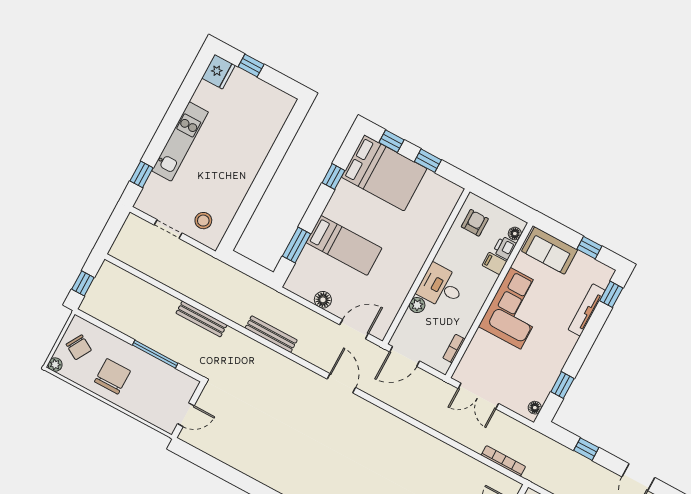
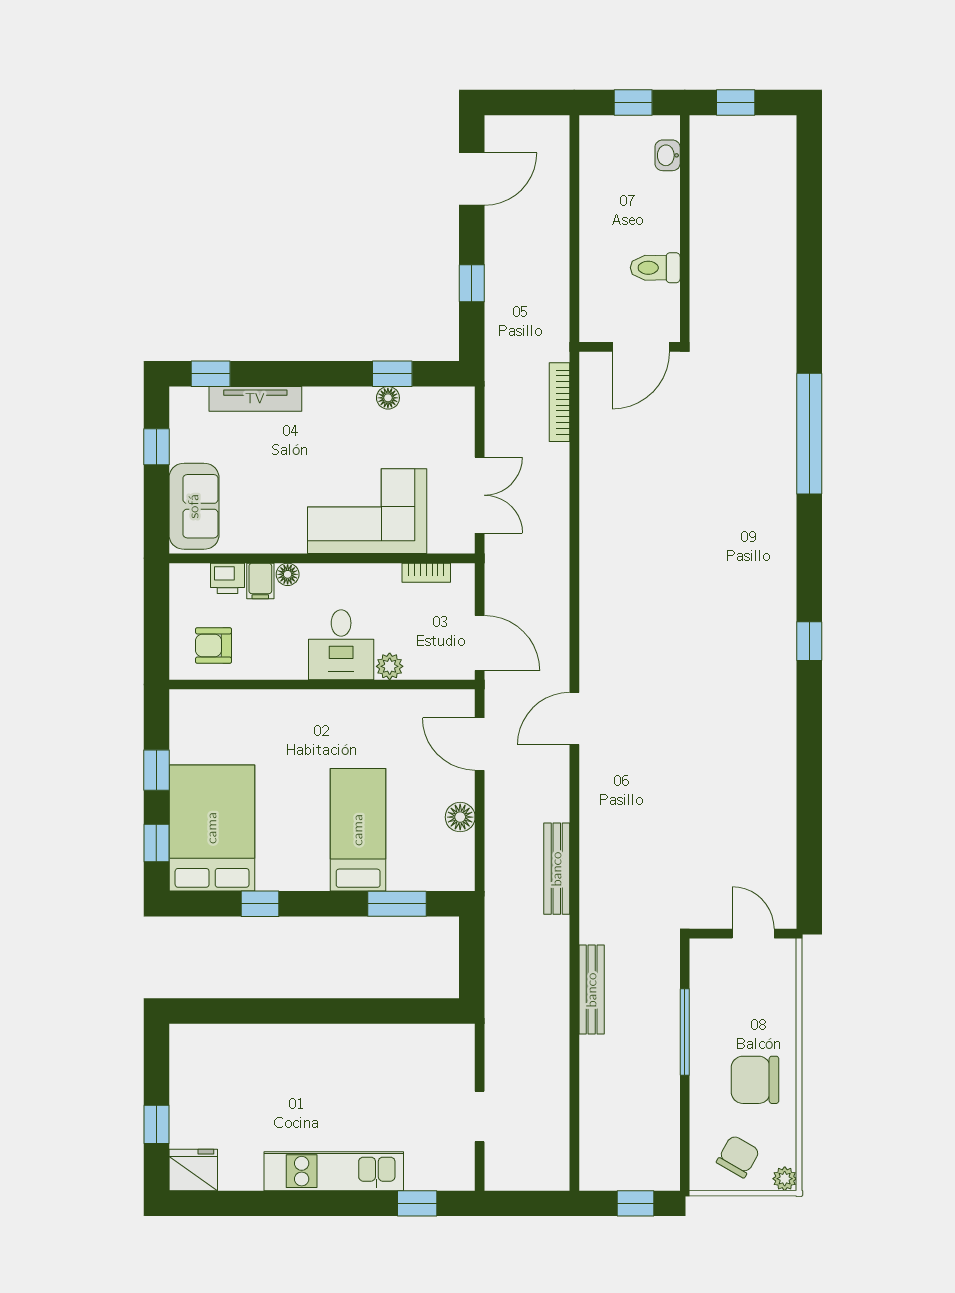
stool: (203, 221) -> (437, 1069), removed
floor lamp: (515, 234) -> (288, 574), moved
corner sofa: (515, 308) -> (367, 511), moved
floor lamp: (535, 408) -> (388, 398), moved

